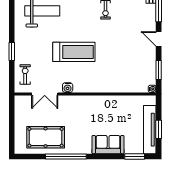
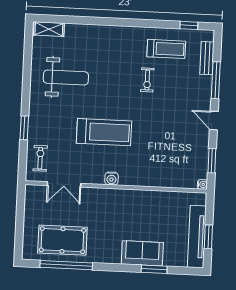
water cooler: (68, 88) -> (111, 178), moved
window: (66, 156) -> (66, 265), moved
window: (135, 156) -> (154, 269), moved

